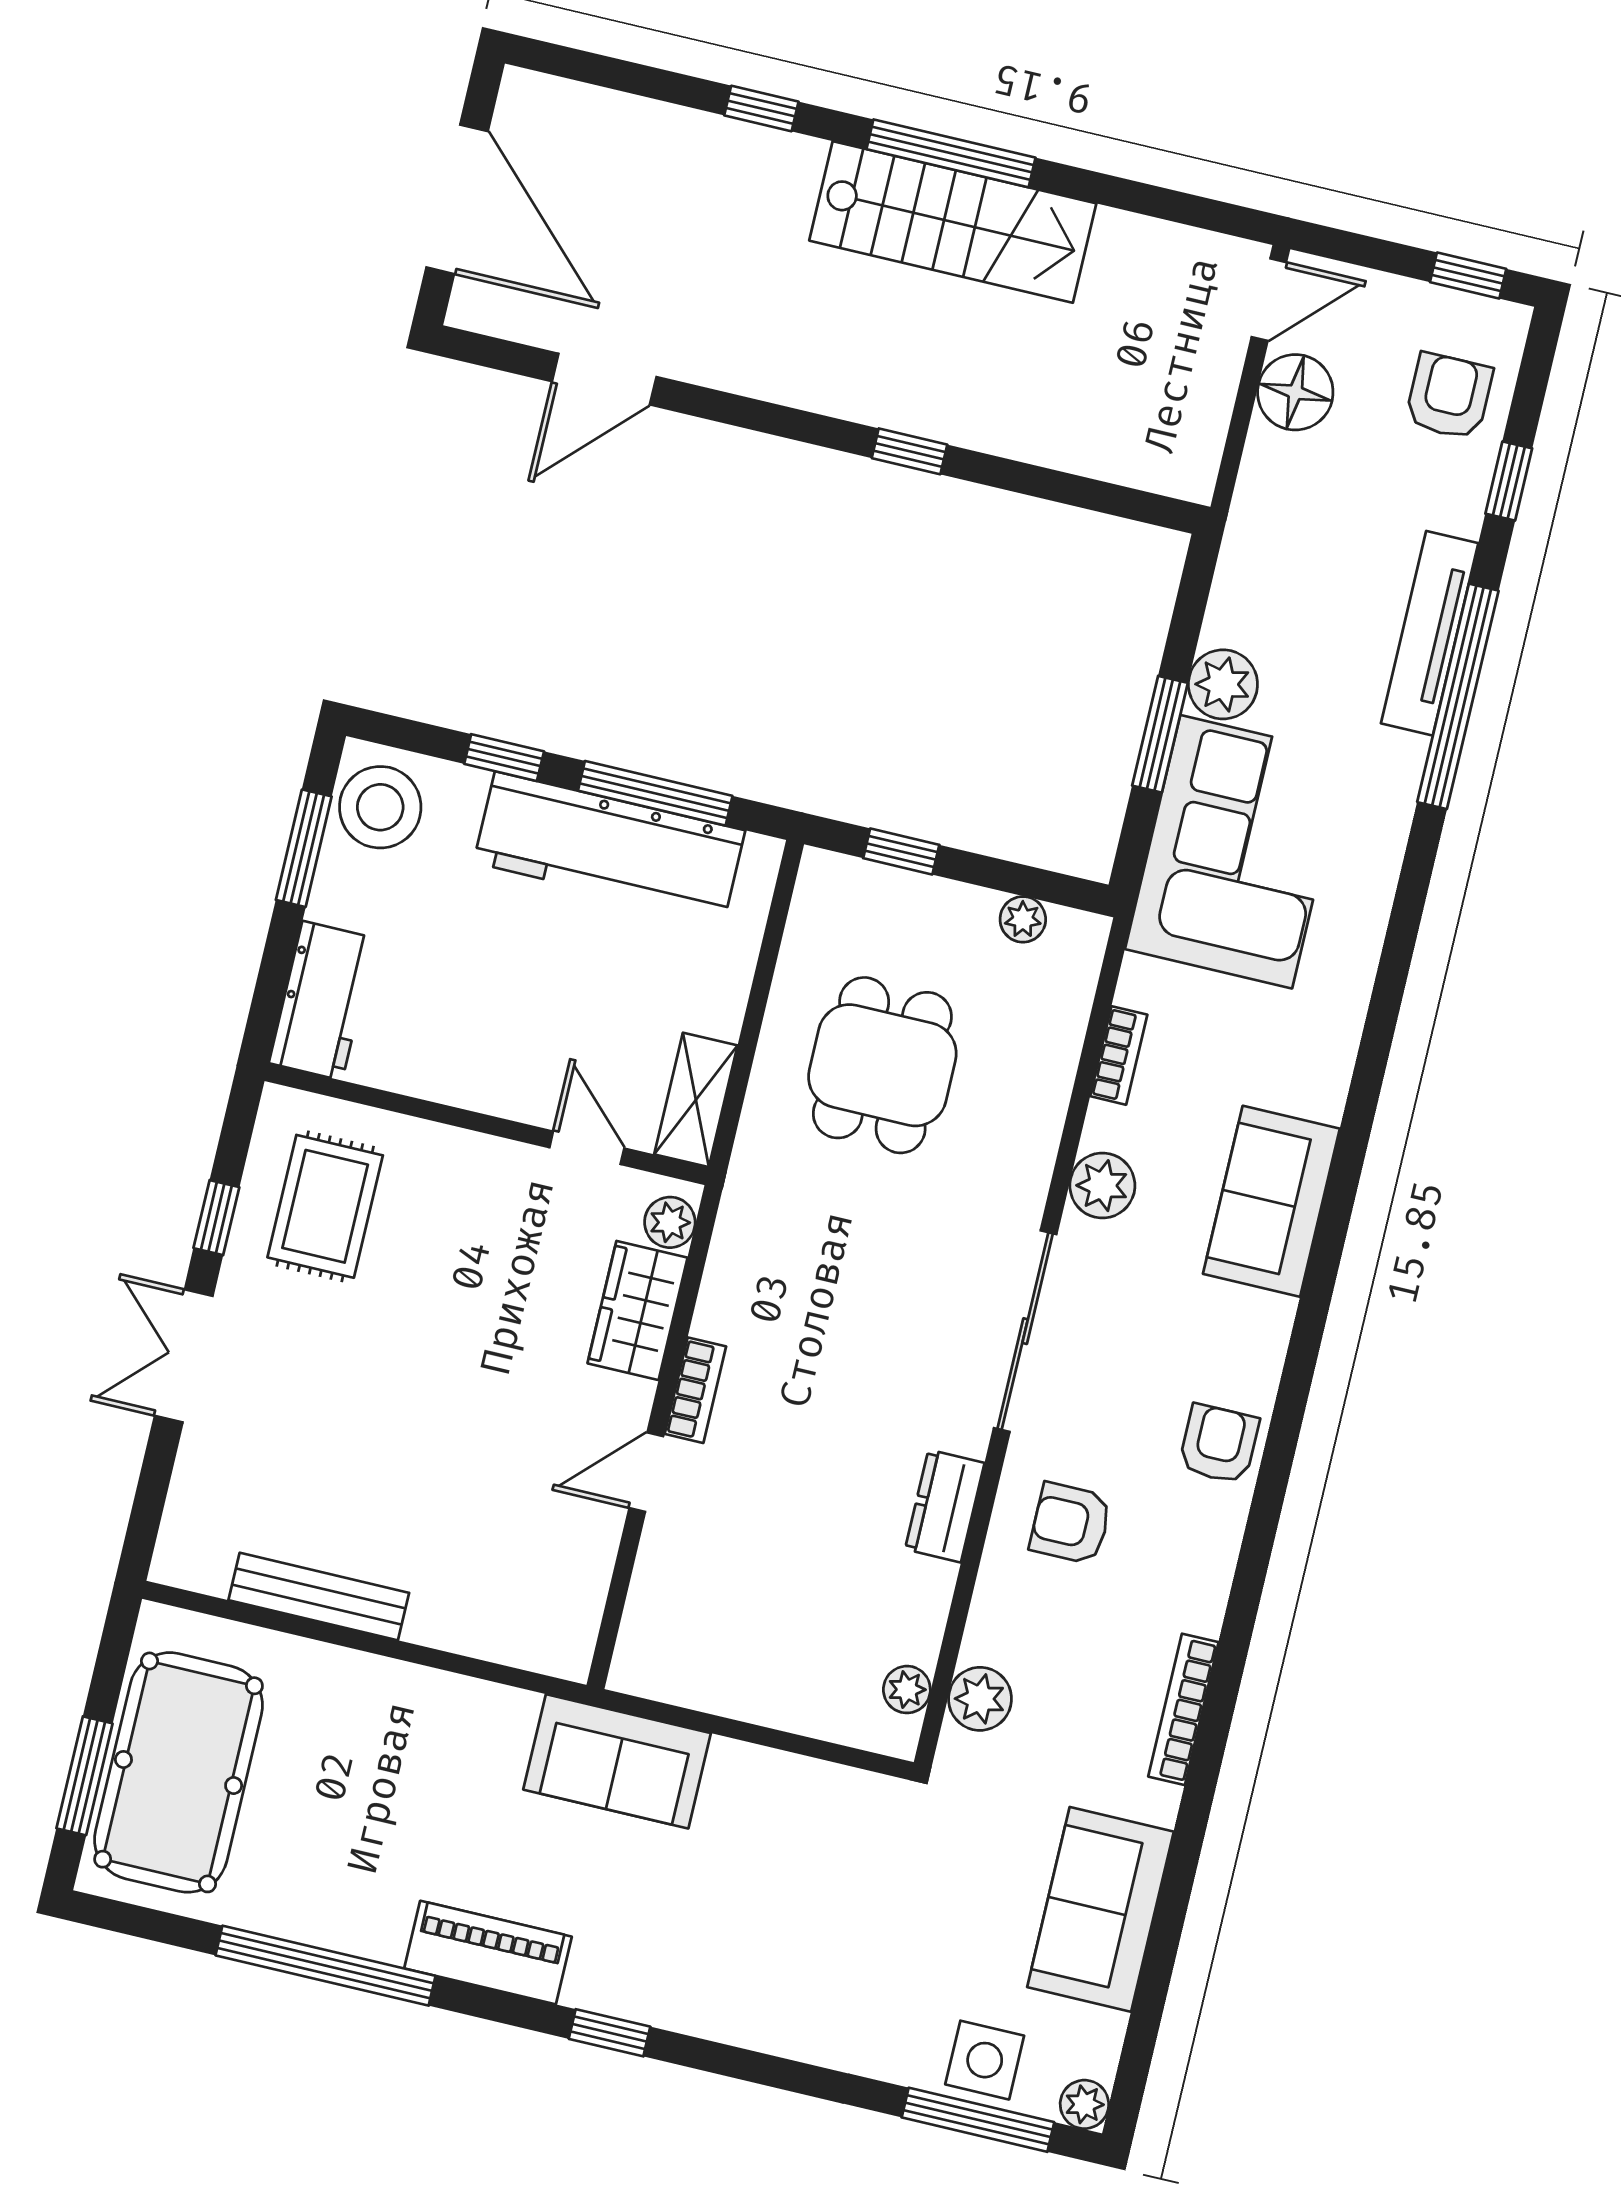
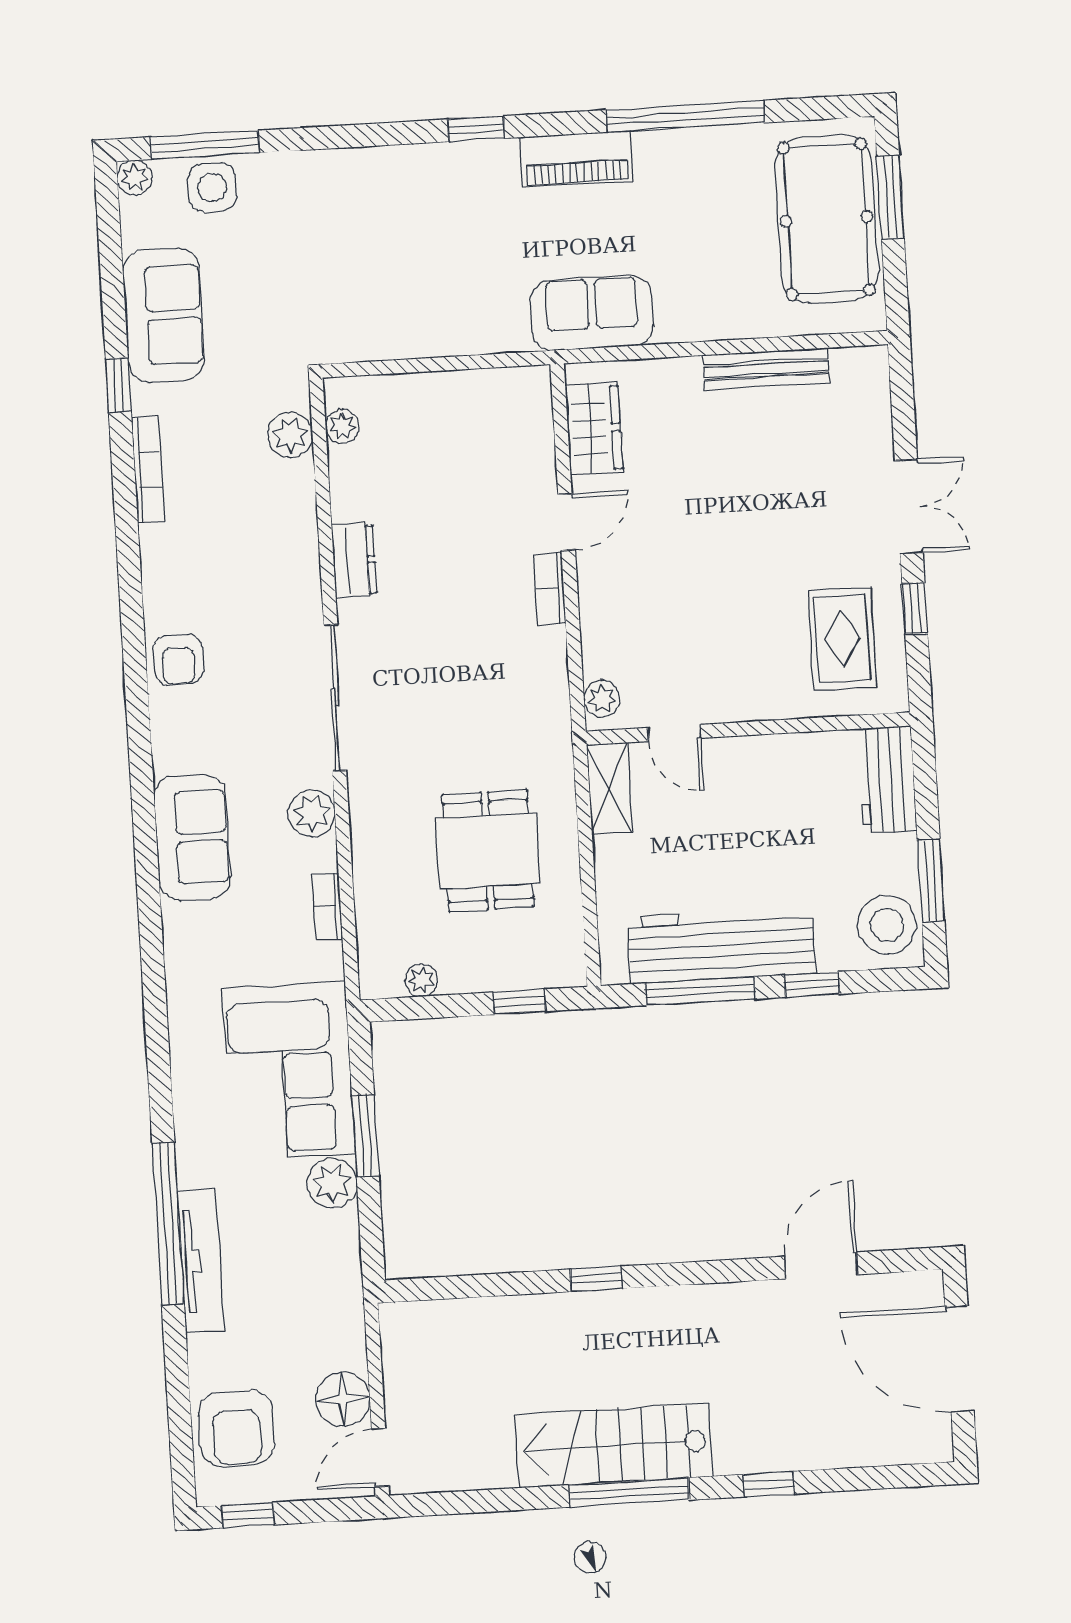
armchair: (1449, 396) -> (236, 1428), width x1.38, depth x1.38
window: (1509, 481) -> (118, 385), moved
wardrobe: (638, 1310) -> (594, 429), moved
armchair: (1071, 1523) -> (264, 574), removed
sofa: (617, 1761) -> (592, 313), moved

